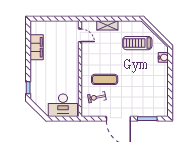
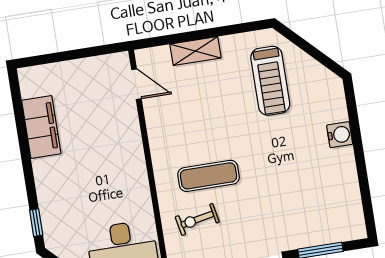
treadmill: (137, 43) -> (270, 81), turned -90
water cooler: (163, 57) -> (340, 135), moved

